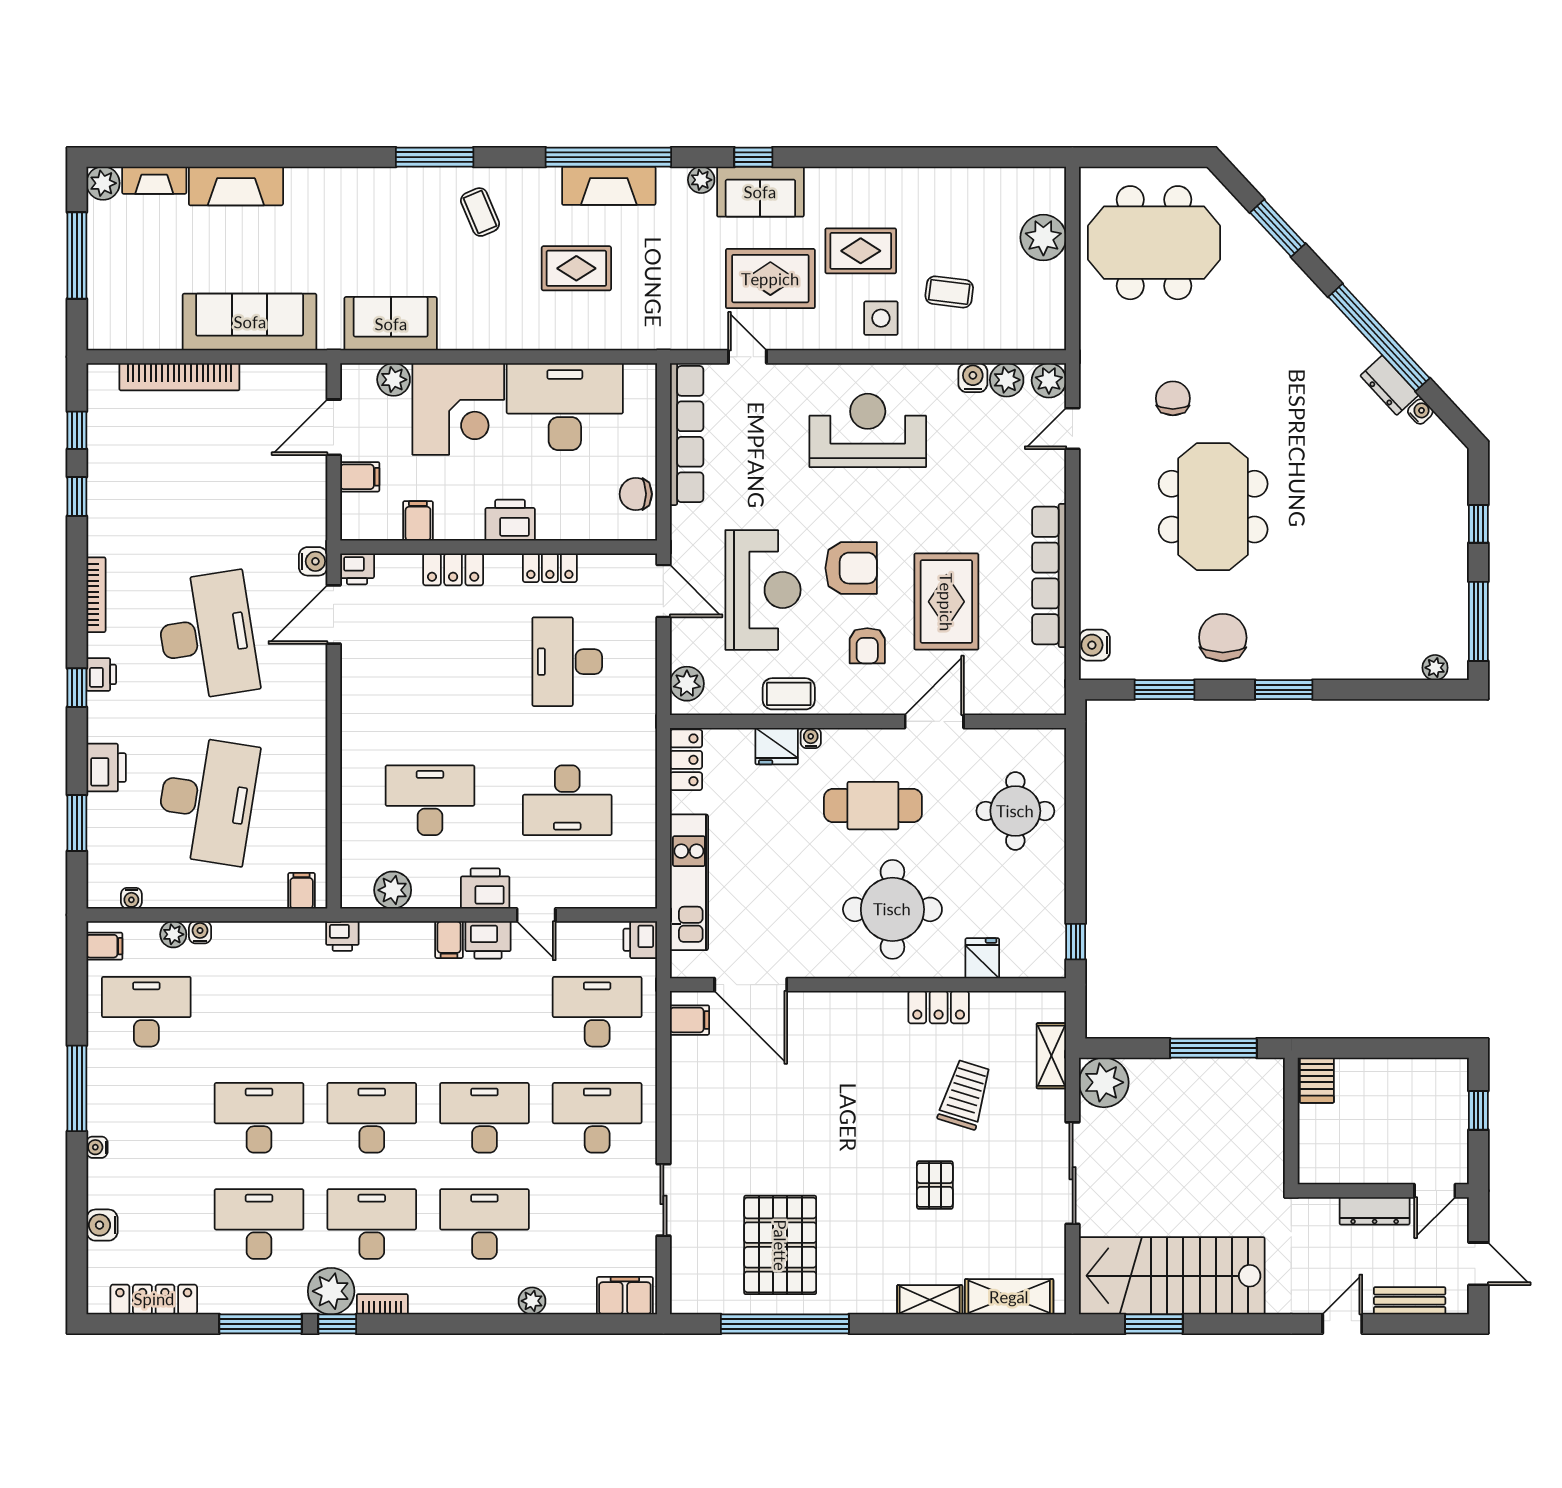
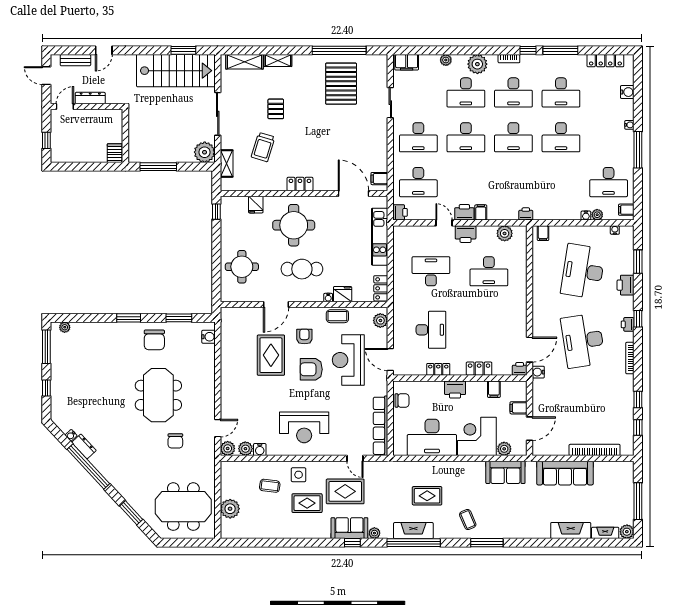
row of seats: (1049, 576) -> (228, 366), removed
locker: (939, 1007) -> (300, 184), moved
plant: (331, 1291) -> (477, 64), moved

